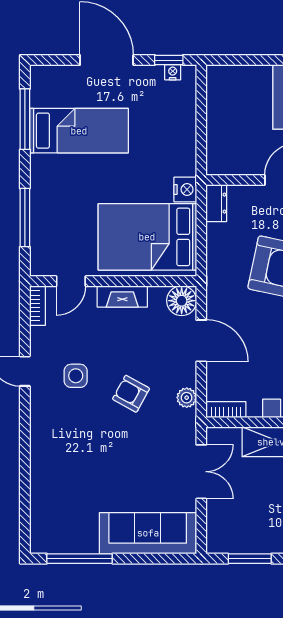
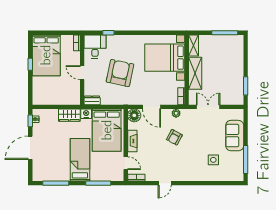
bed: (79, 131) -> (80, 160), moved
wardrobe: (182, 151) -> (69, 115), added
door: (201, 341) -> (151, 107), swing flipped
side table: (76, 376) -> (213, 160), moved
sofa: (148, 533) -> (235, 136), width x0.73

